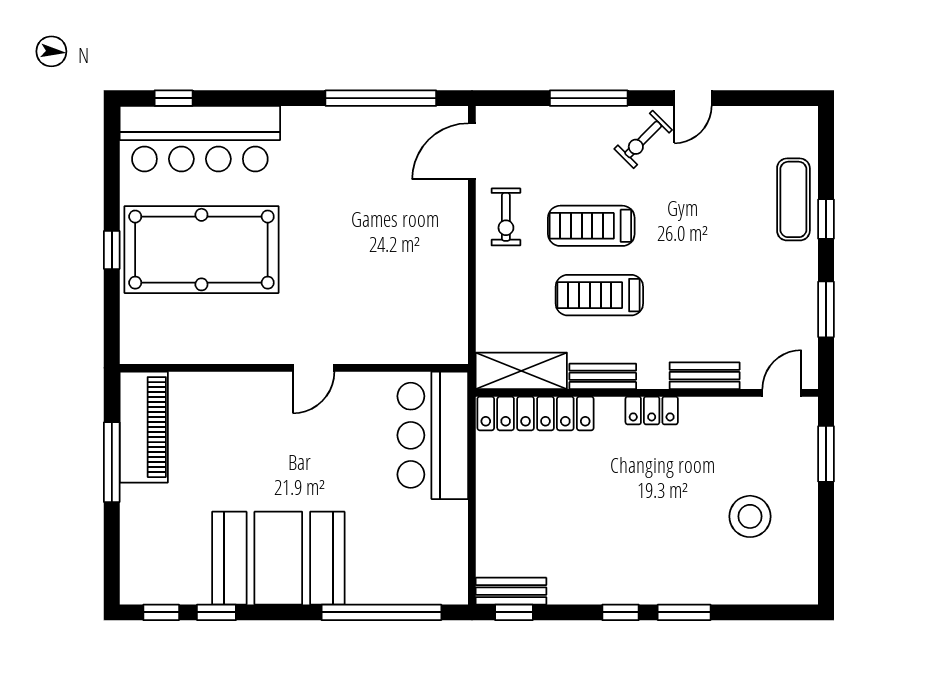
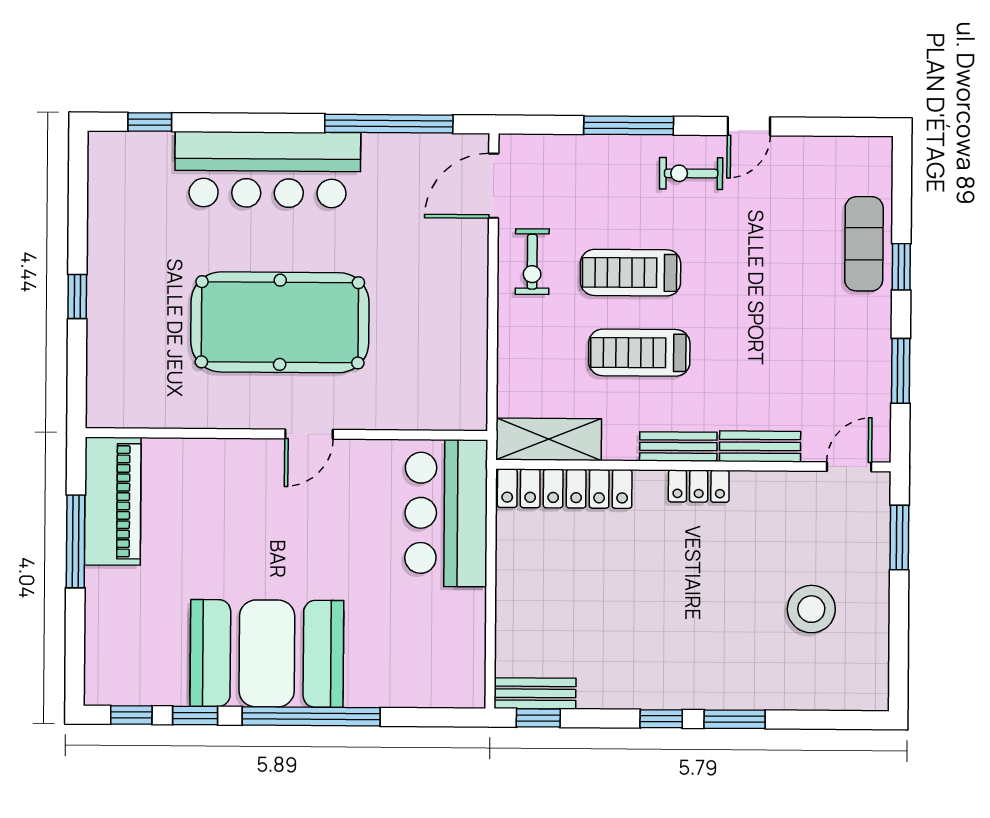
bar counter: (200, 139) -> (268, 170), moved
exercise bike: (643, 139) -> (691, 173), turned 45
pool table: (201, 250) -> (280, 322), moved
bench: (603, 376) -> (678, 447), moved
window: (381, 612) -> (311, 716), moved

